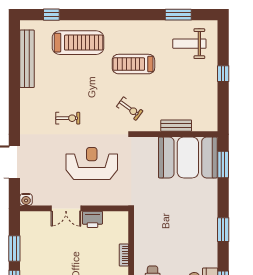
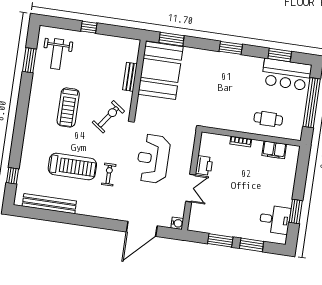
treadmill: (78, 43) -> (72, 166), moved, turned 90
exercise bike: (130, 109) -> (108, 117), width x1.38, depth x1.39

